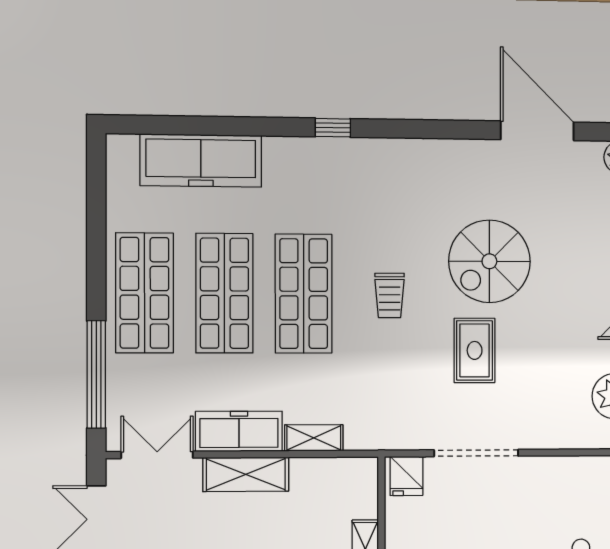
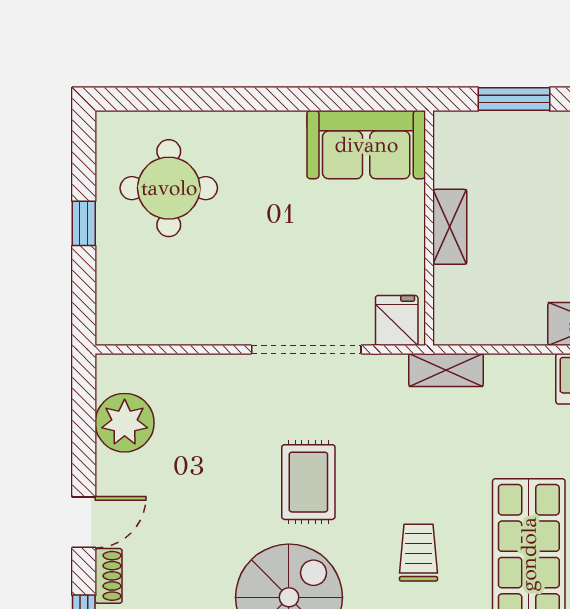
shelving: (314, 438) -> (446, 370), moved

